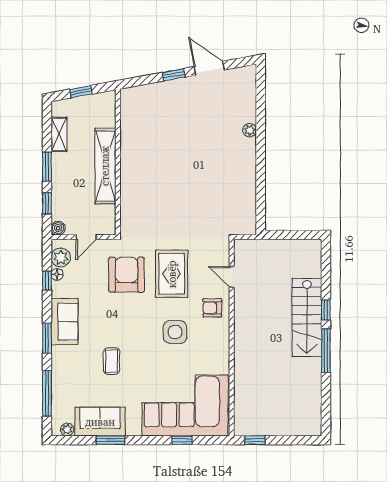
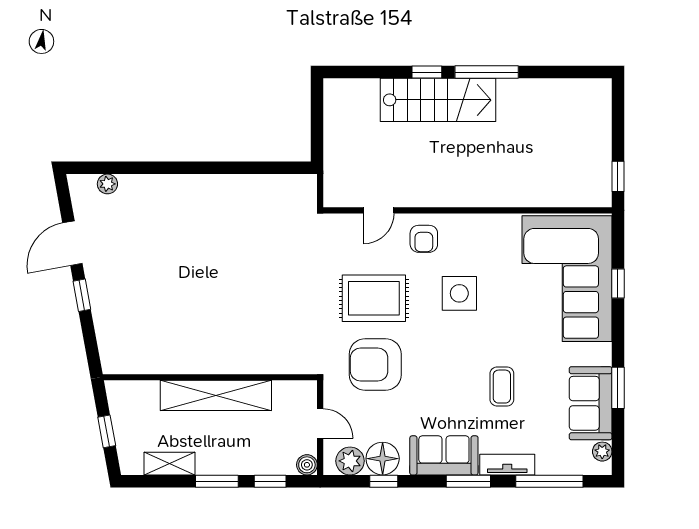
plant: (250, 130) -> (107, 184), moved
floor lamp: (57, 274) -> (383, 459), width x1.89, depth x1.89
coffee table: (111, 361) -> (502, 387), turned 90
tv unit: (58, 365) -> (507, 465), added

